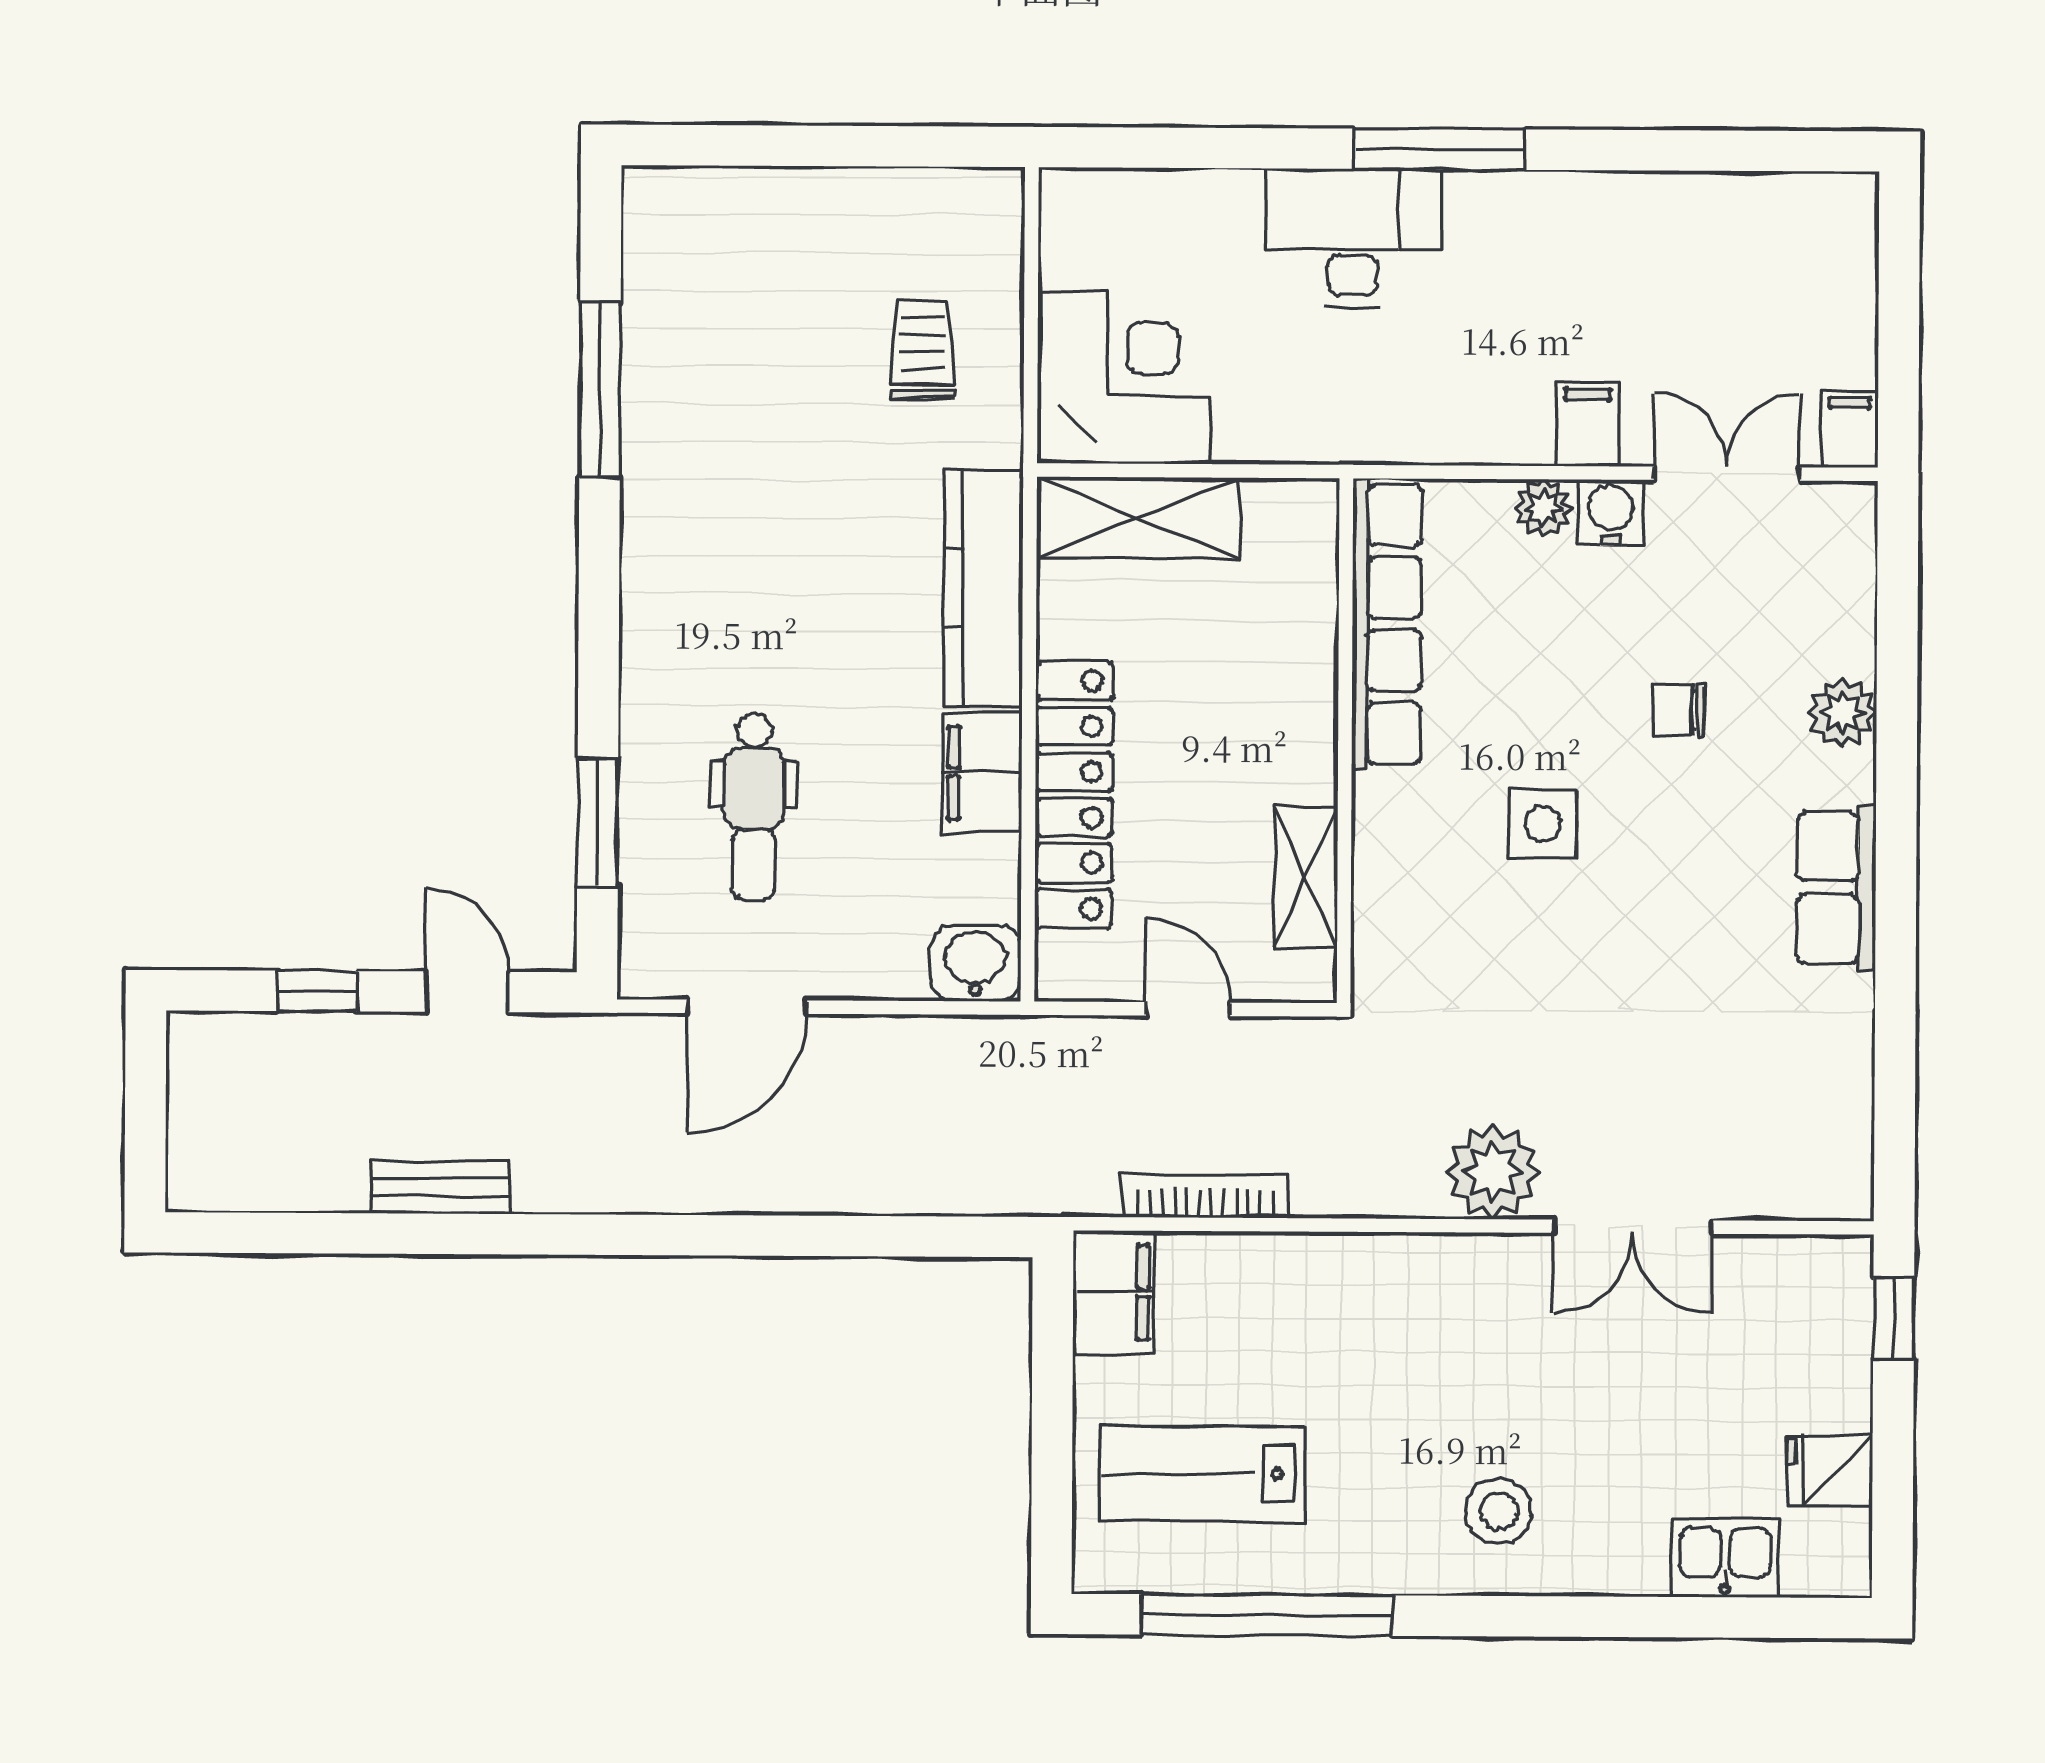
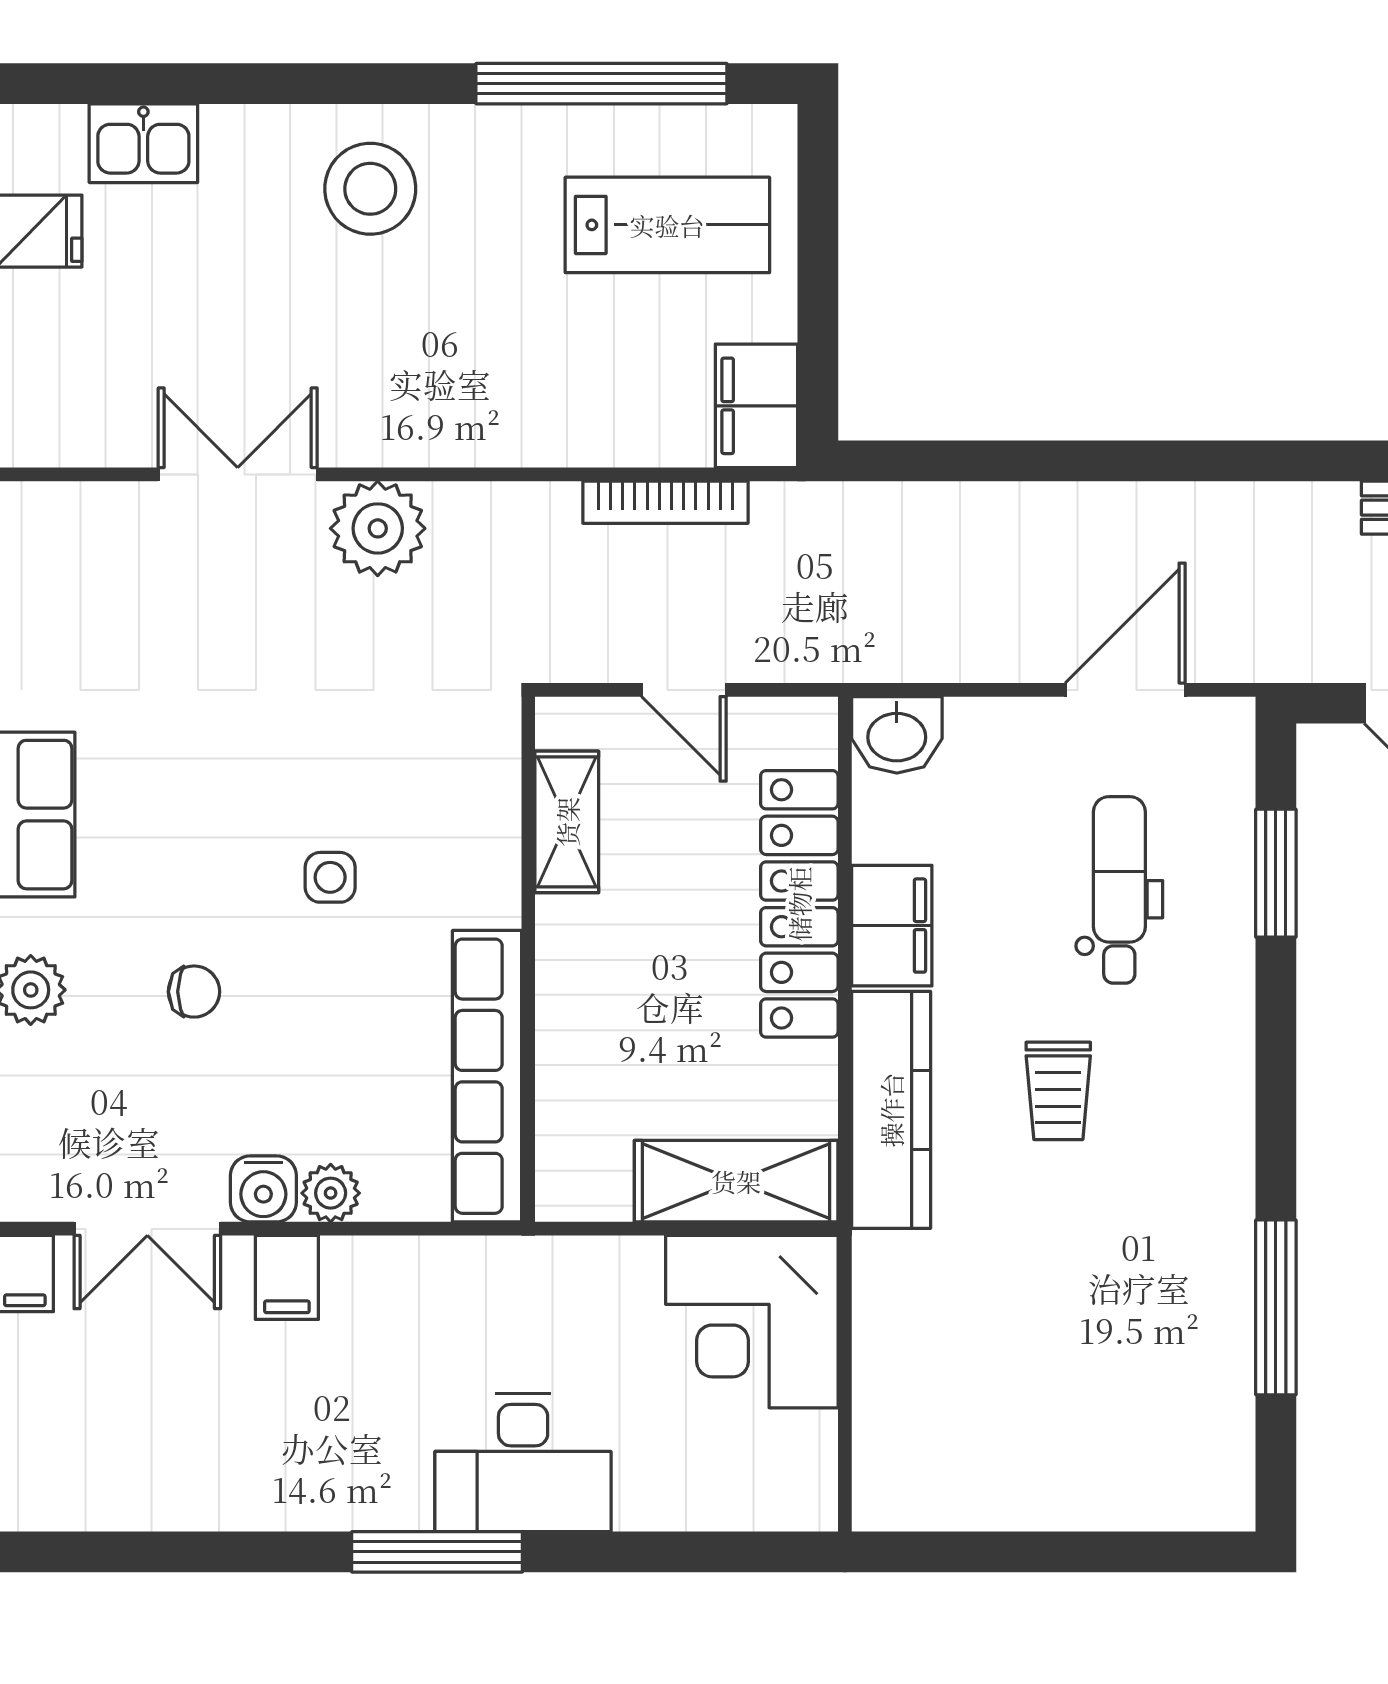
trolley: (923, 349) -> (1058, 1091), moved
side table: (1542, 824) -> (330, 877), width x0.73, depth x0.73
stool: (1499, 1511) -> (370, 189), width x1.38, depth x1.38

